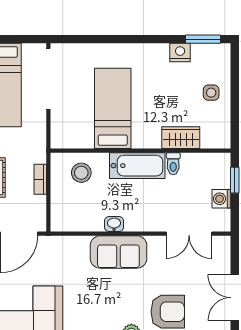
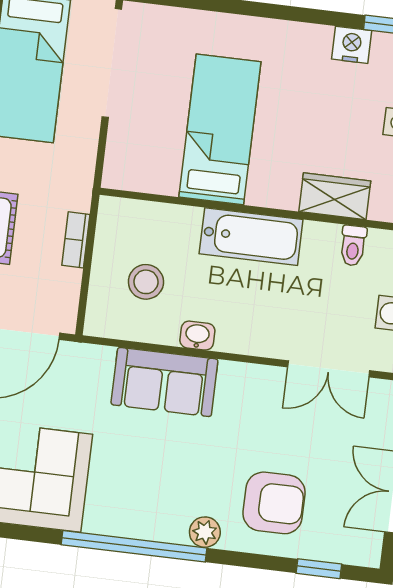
toilet: (173, 164) -> (353, 246), moved
stool: (81, 173) -> (146, 282), moved
sofa: (118, 252) -> (164, 382), moved

